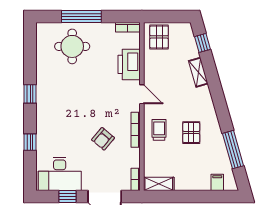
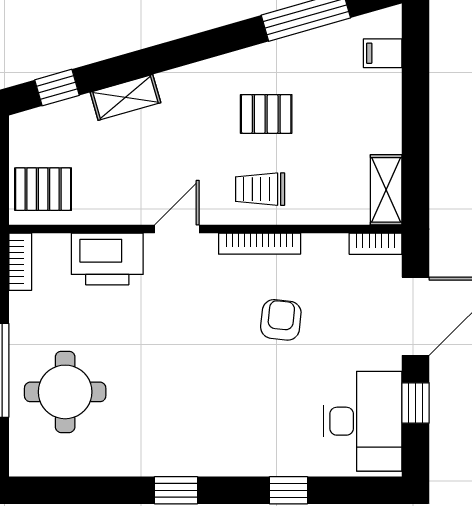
armchair: (103, 139) -> (281, 320), turned -124

